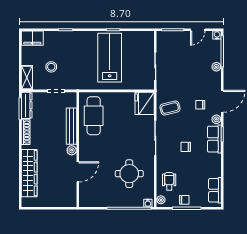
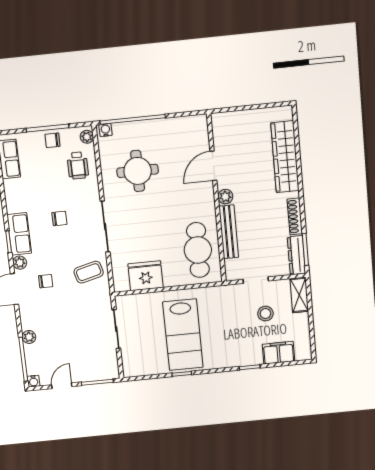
filing cabinet: (32, 38) -> (279, 353), moved
fridge: (145, 103) -> (146, 276), moved, turned -90

